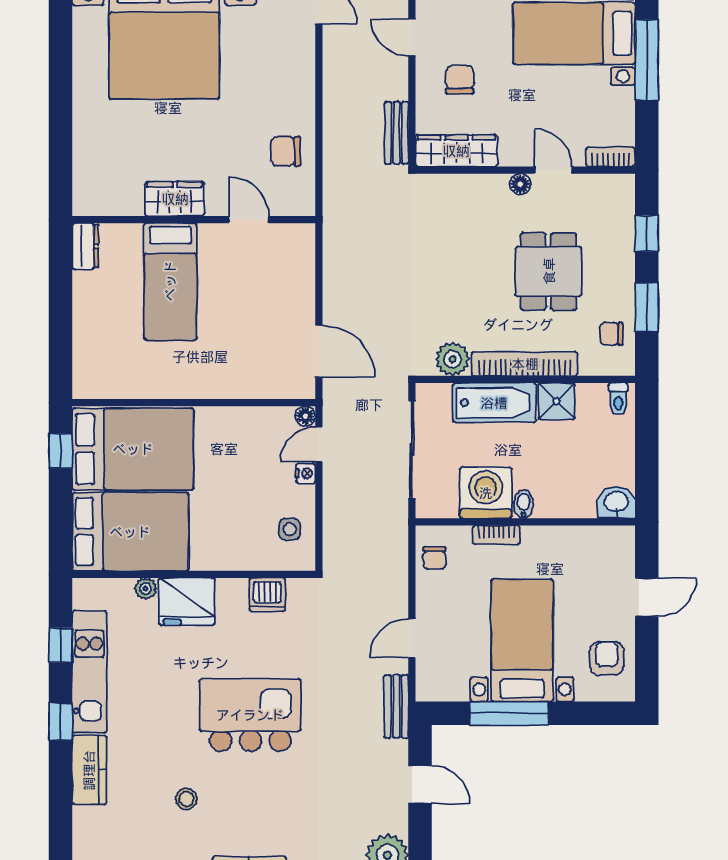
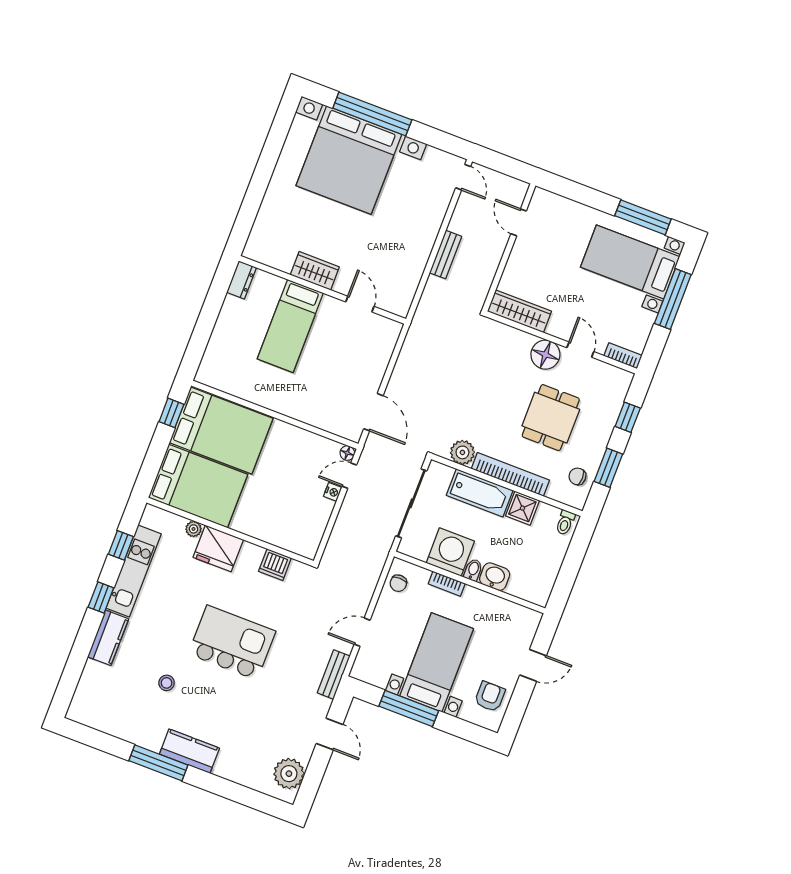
chair: (460, 80) -> (540, 264), removed
bench: (396, 133) -> (446, 255), moved
chair: (286, 151) -> (403, 267), removed
floor lamp: (520, 184) -> (545, 355), width x1.89, depth x1.89
washbasin: (616, 502) -> (495, 577), moved
side table: (290, 529) -> (307, 526), removed

